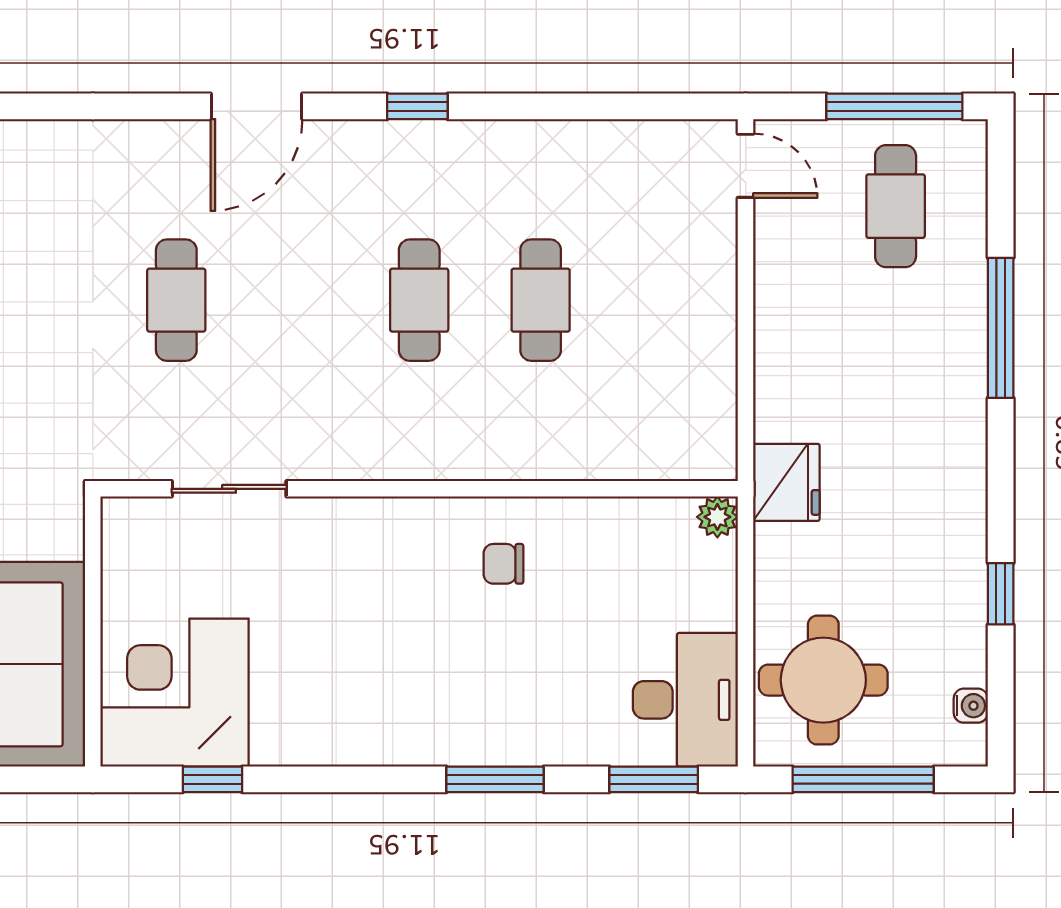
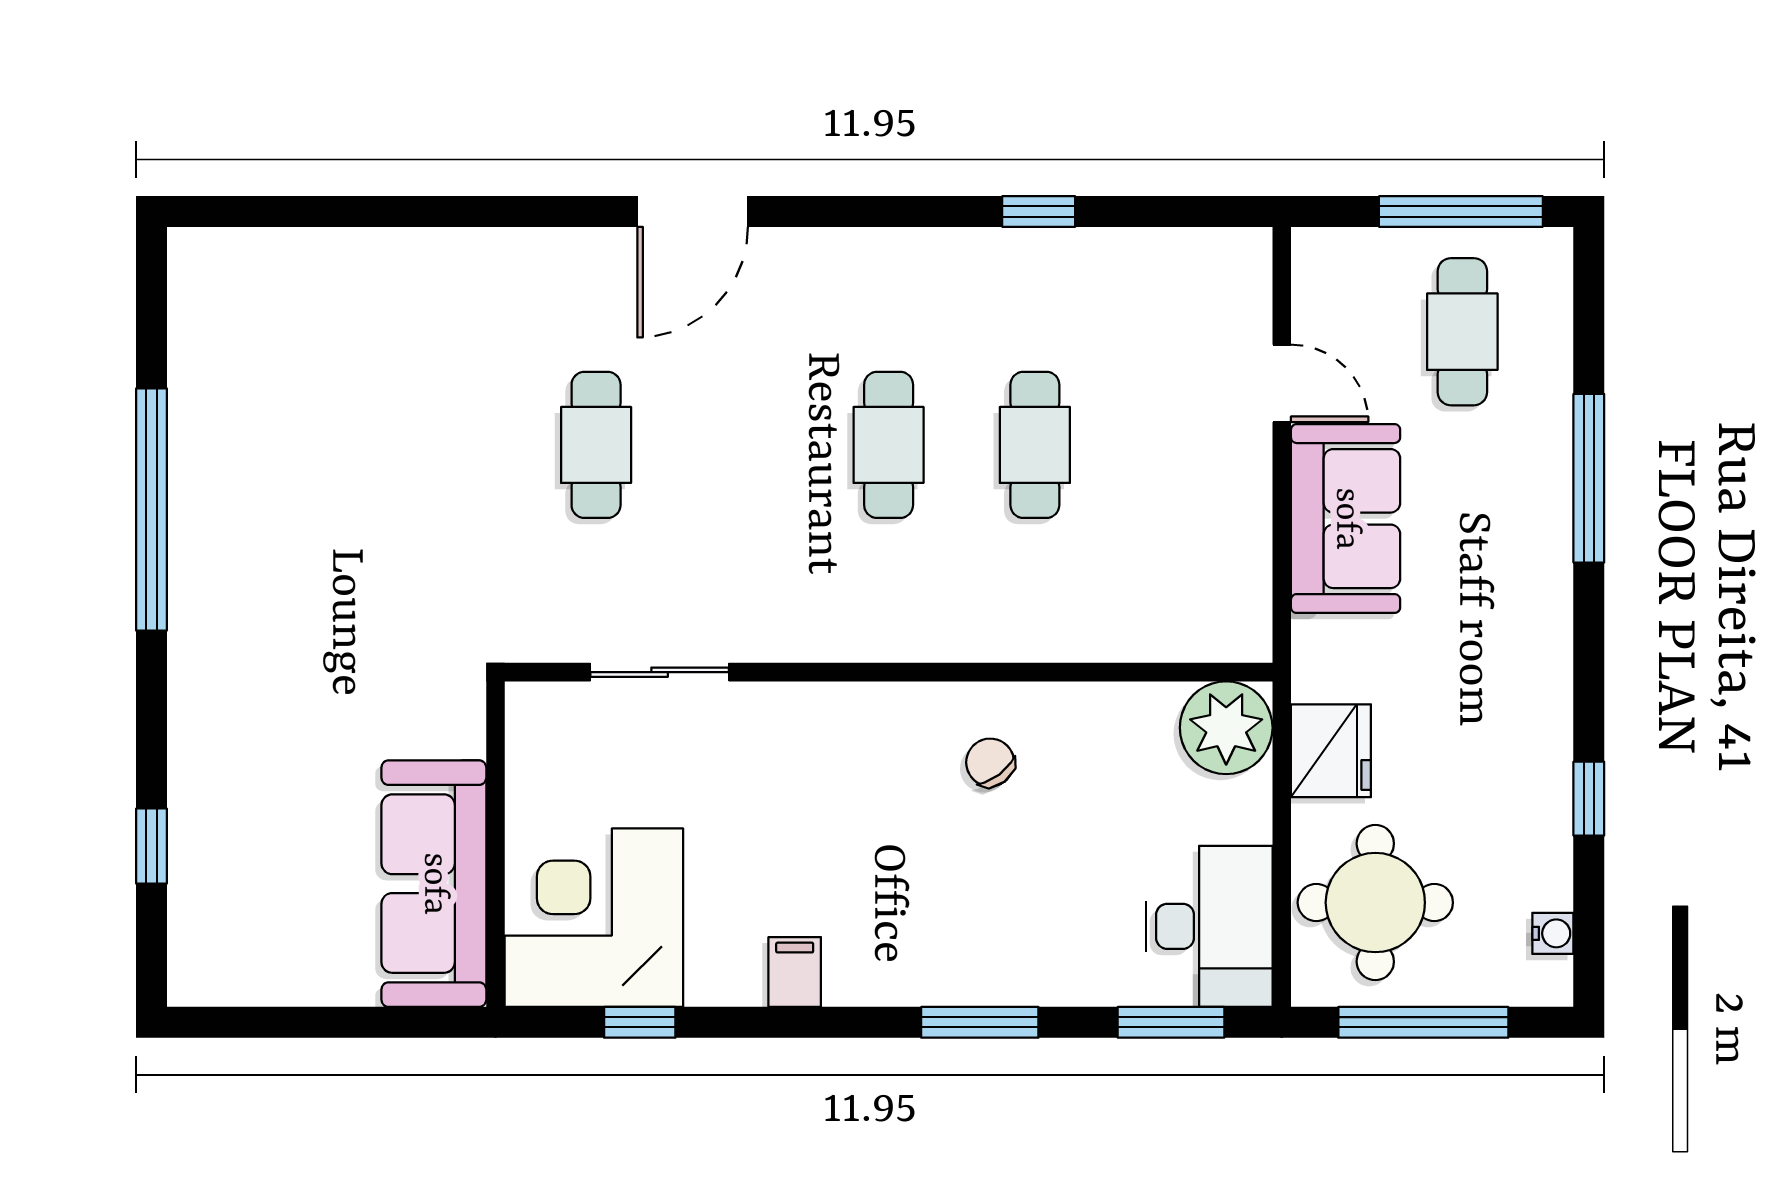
window: (417, 106) -> (1039, 211), moved
door: (746, 166) -> (1282, 383), moved
sofa: (799, 361) -> (1346, 519), added
fridge: (786, 482) -> (1331, 751), moved
plant: (717, 517) -> (1226, 728), width x1.88, depth x1.88
chair: (503, 564) -> (990, 762), turned 53
filing cabinet: (341, 738) -> (795, 972), added

